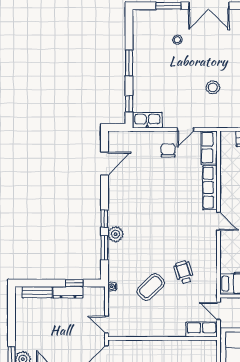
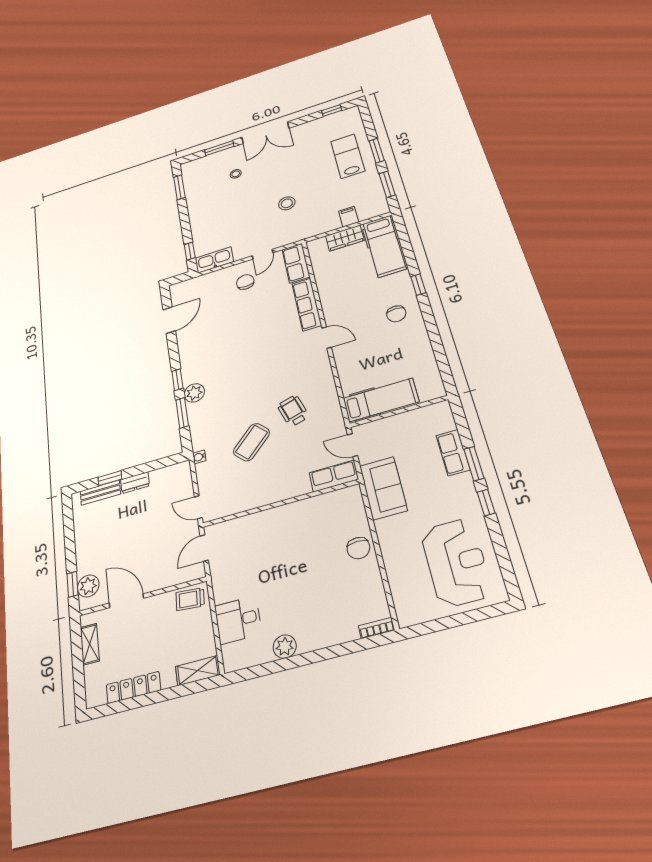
window: (129, 63) -> (179, 187), moved
window: (74, 283) -> (110, 478), moved
dresser: (68, 292) -> (135, 483), width x0.70

